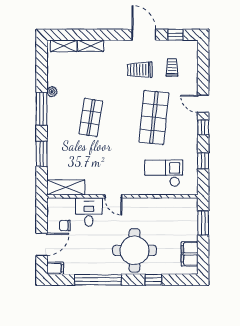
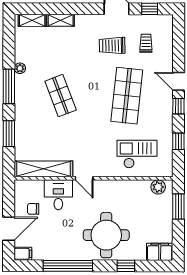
shop shelf: (91, 117) -> (61, 96), turned -30
shelving: (66, 187) -> (43, 169), width x1.47
plant: (184, 204) -> (158, 187), added
filing cabinet: (190, 254) -> (160, 252), moved, turned 90

